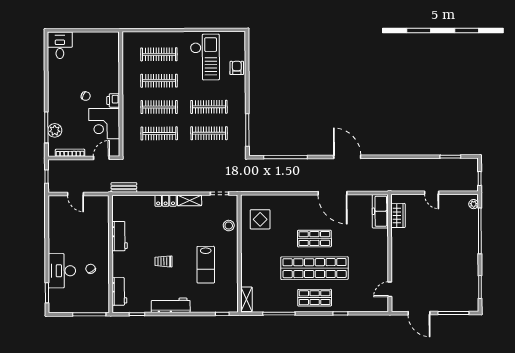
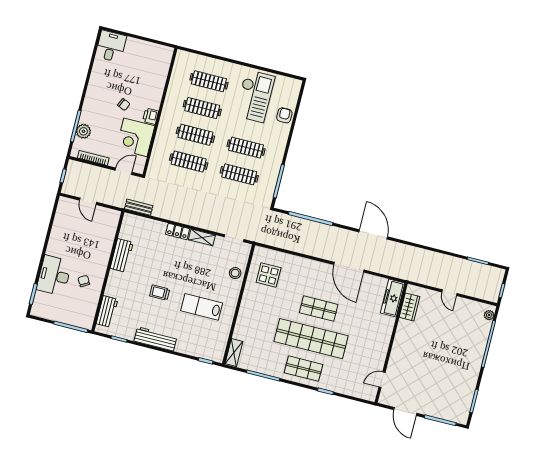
lab bench: (206, 265) -> (202, 307), turned 90

